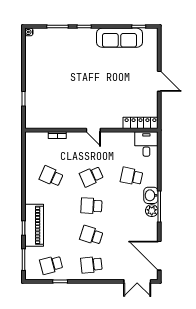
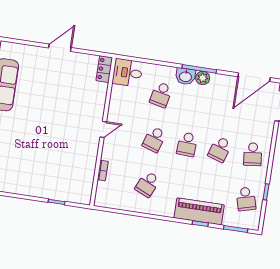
locker: (140, 123) -> (104, 69), width x0.66
school desk: (91, 176) -> (154, 139), turned 42

